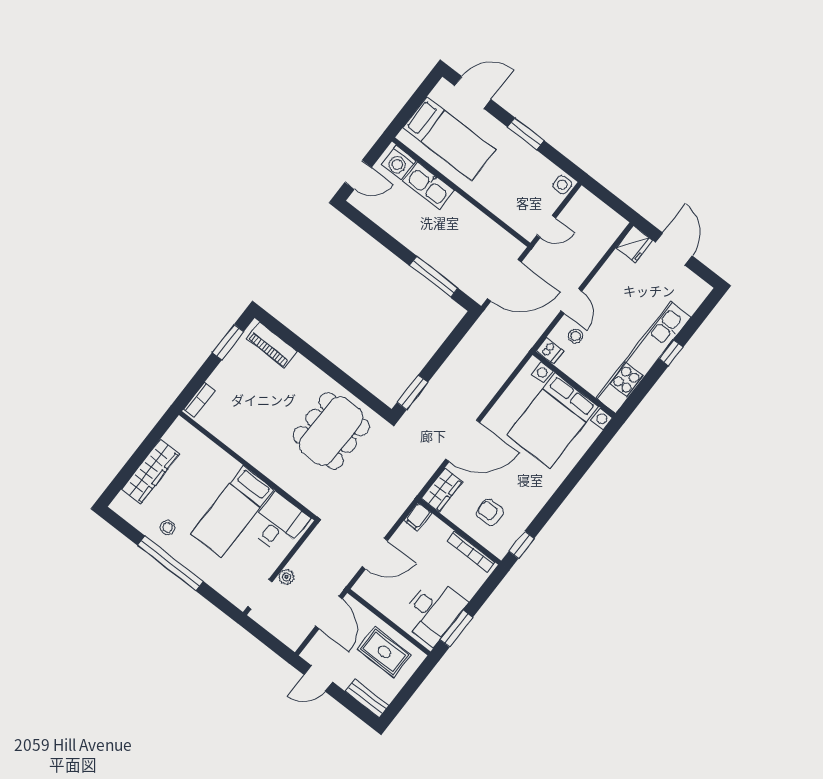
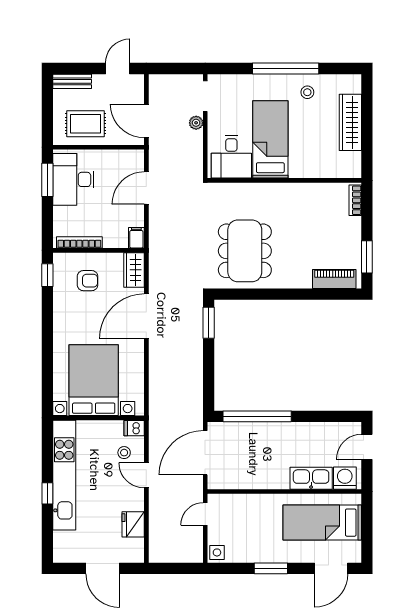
fridge: (634, 244) -> (133, 524), moved
window: (434, 277) -> (257, 416), width x1.46

